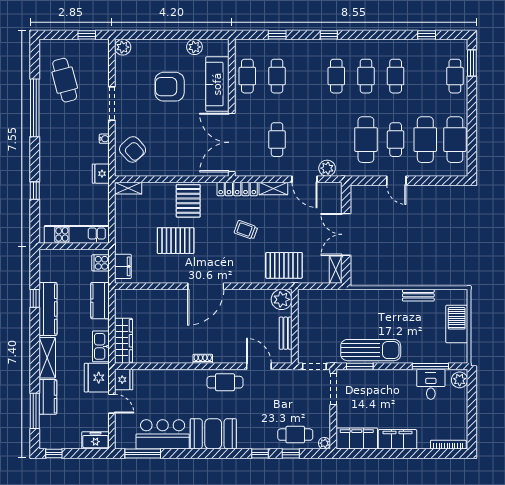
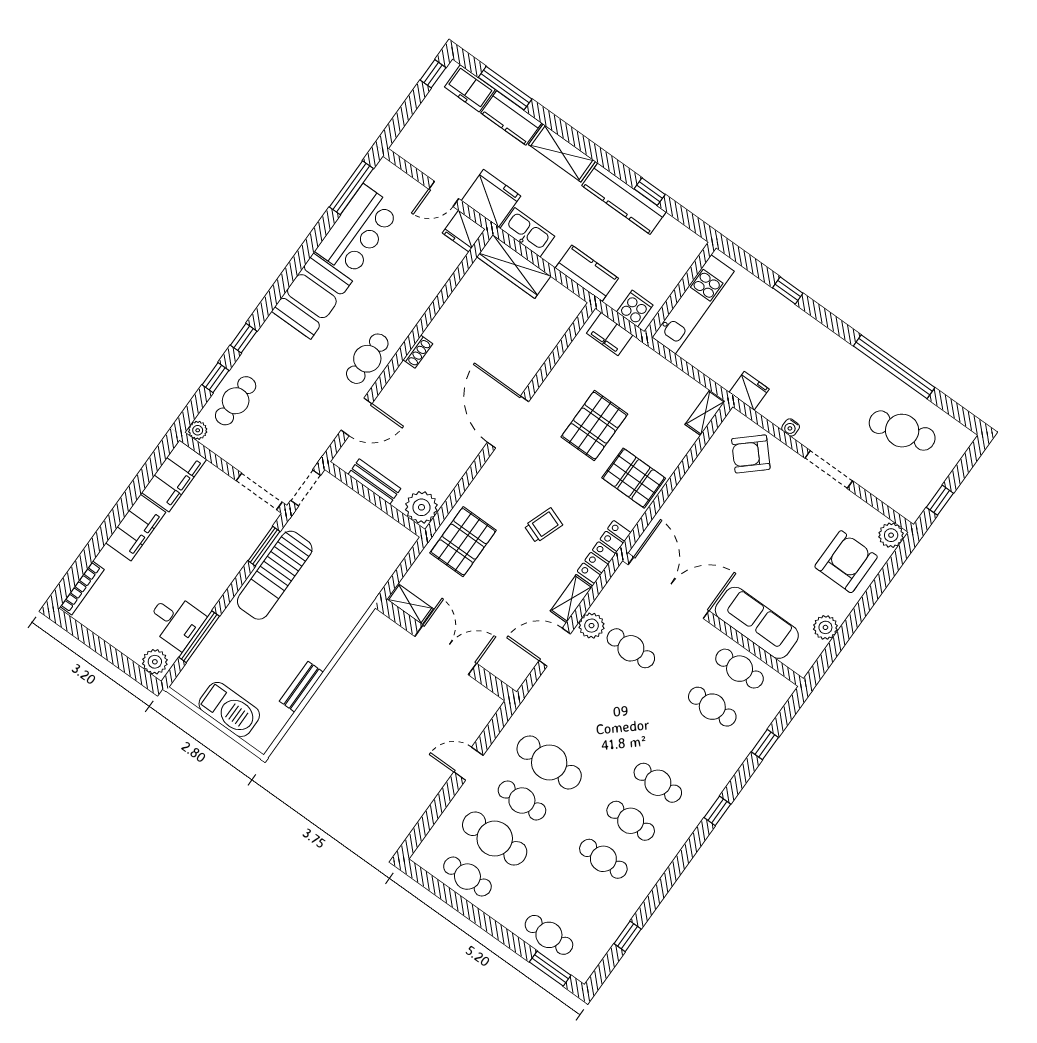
armchair: (170, 87) -> (846, 562), moved
cafe table: (455, 140) -> (467, 877), width x0.73, depth x0.74
plant: (327, 168) -> (592, 626), moved
freezer: (95, 440) -> (470, 88), moved, turned 90

